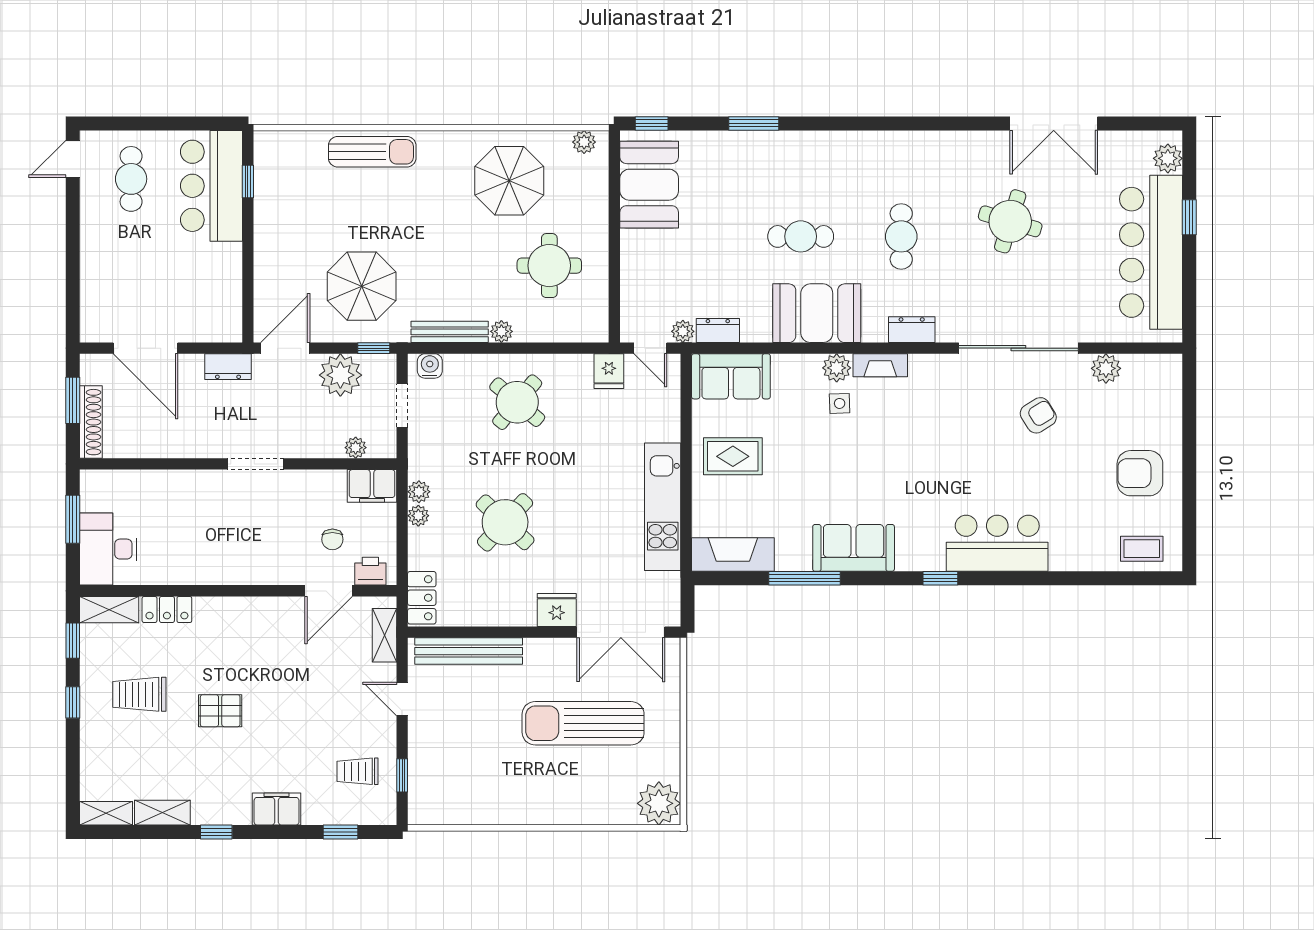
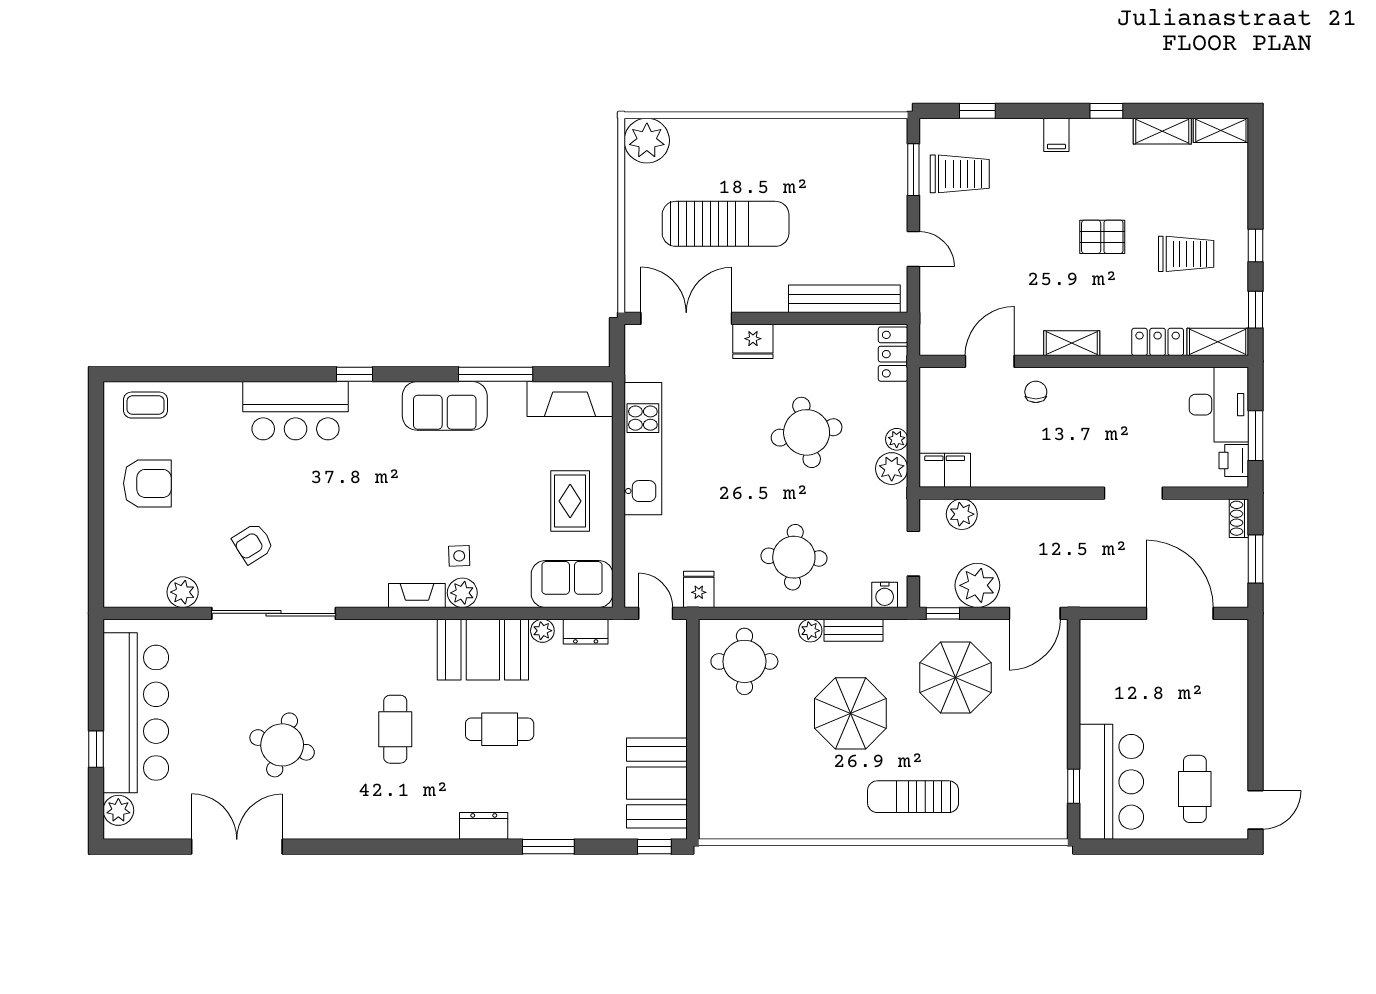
plant: (584, 142) -> (725, 827), removed
sun lounger: (372, 152) -> (913, 797), moved
parasol: (509, 181) -> (850, 713), moved
round table: (549, 266) -> (744, 661), moved
dresser: (912, 330) -> (484, 826), moved, turned 180
plant: (683, 331) -> (542, 631), moved
bench: (450, 332) -> (853, 630), width x0.73
dresser: (228, 367) -> (1094, 594), removed
round table: (517, 402) -> (794, 557), turned -37
shoe rack: (91, 422) -> (1239, 518), width x0.51, depth x0.81
plant: (356, 448) -> (962, 514), width x1.38, depth x1.38
rug: (733, 456) -> (570, 501), turned 90
doorway: (256, 464) -> (1133, 493), moved
plant: (419, 492) -> (892, 469), width x1.38, depth x1.38
round table: (505, 522) -> (807, 432), turned 36
chair: (332, 539) -> (1036, 392), moved
printer: (370, 571) -> (1234, 461), moved, turned 90
shelving: (385, 635) -> (1072, 343), moved, turned 90
trolley: (357, 771) -> (960, 174), width x1.36, depth x1.39
window: (402, 775) -> (913, 170), width x1.50
filing cabinet: (277, 809) -> (1056, 135), width x0.50

